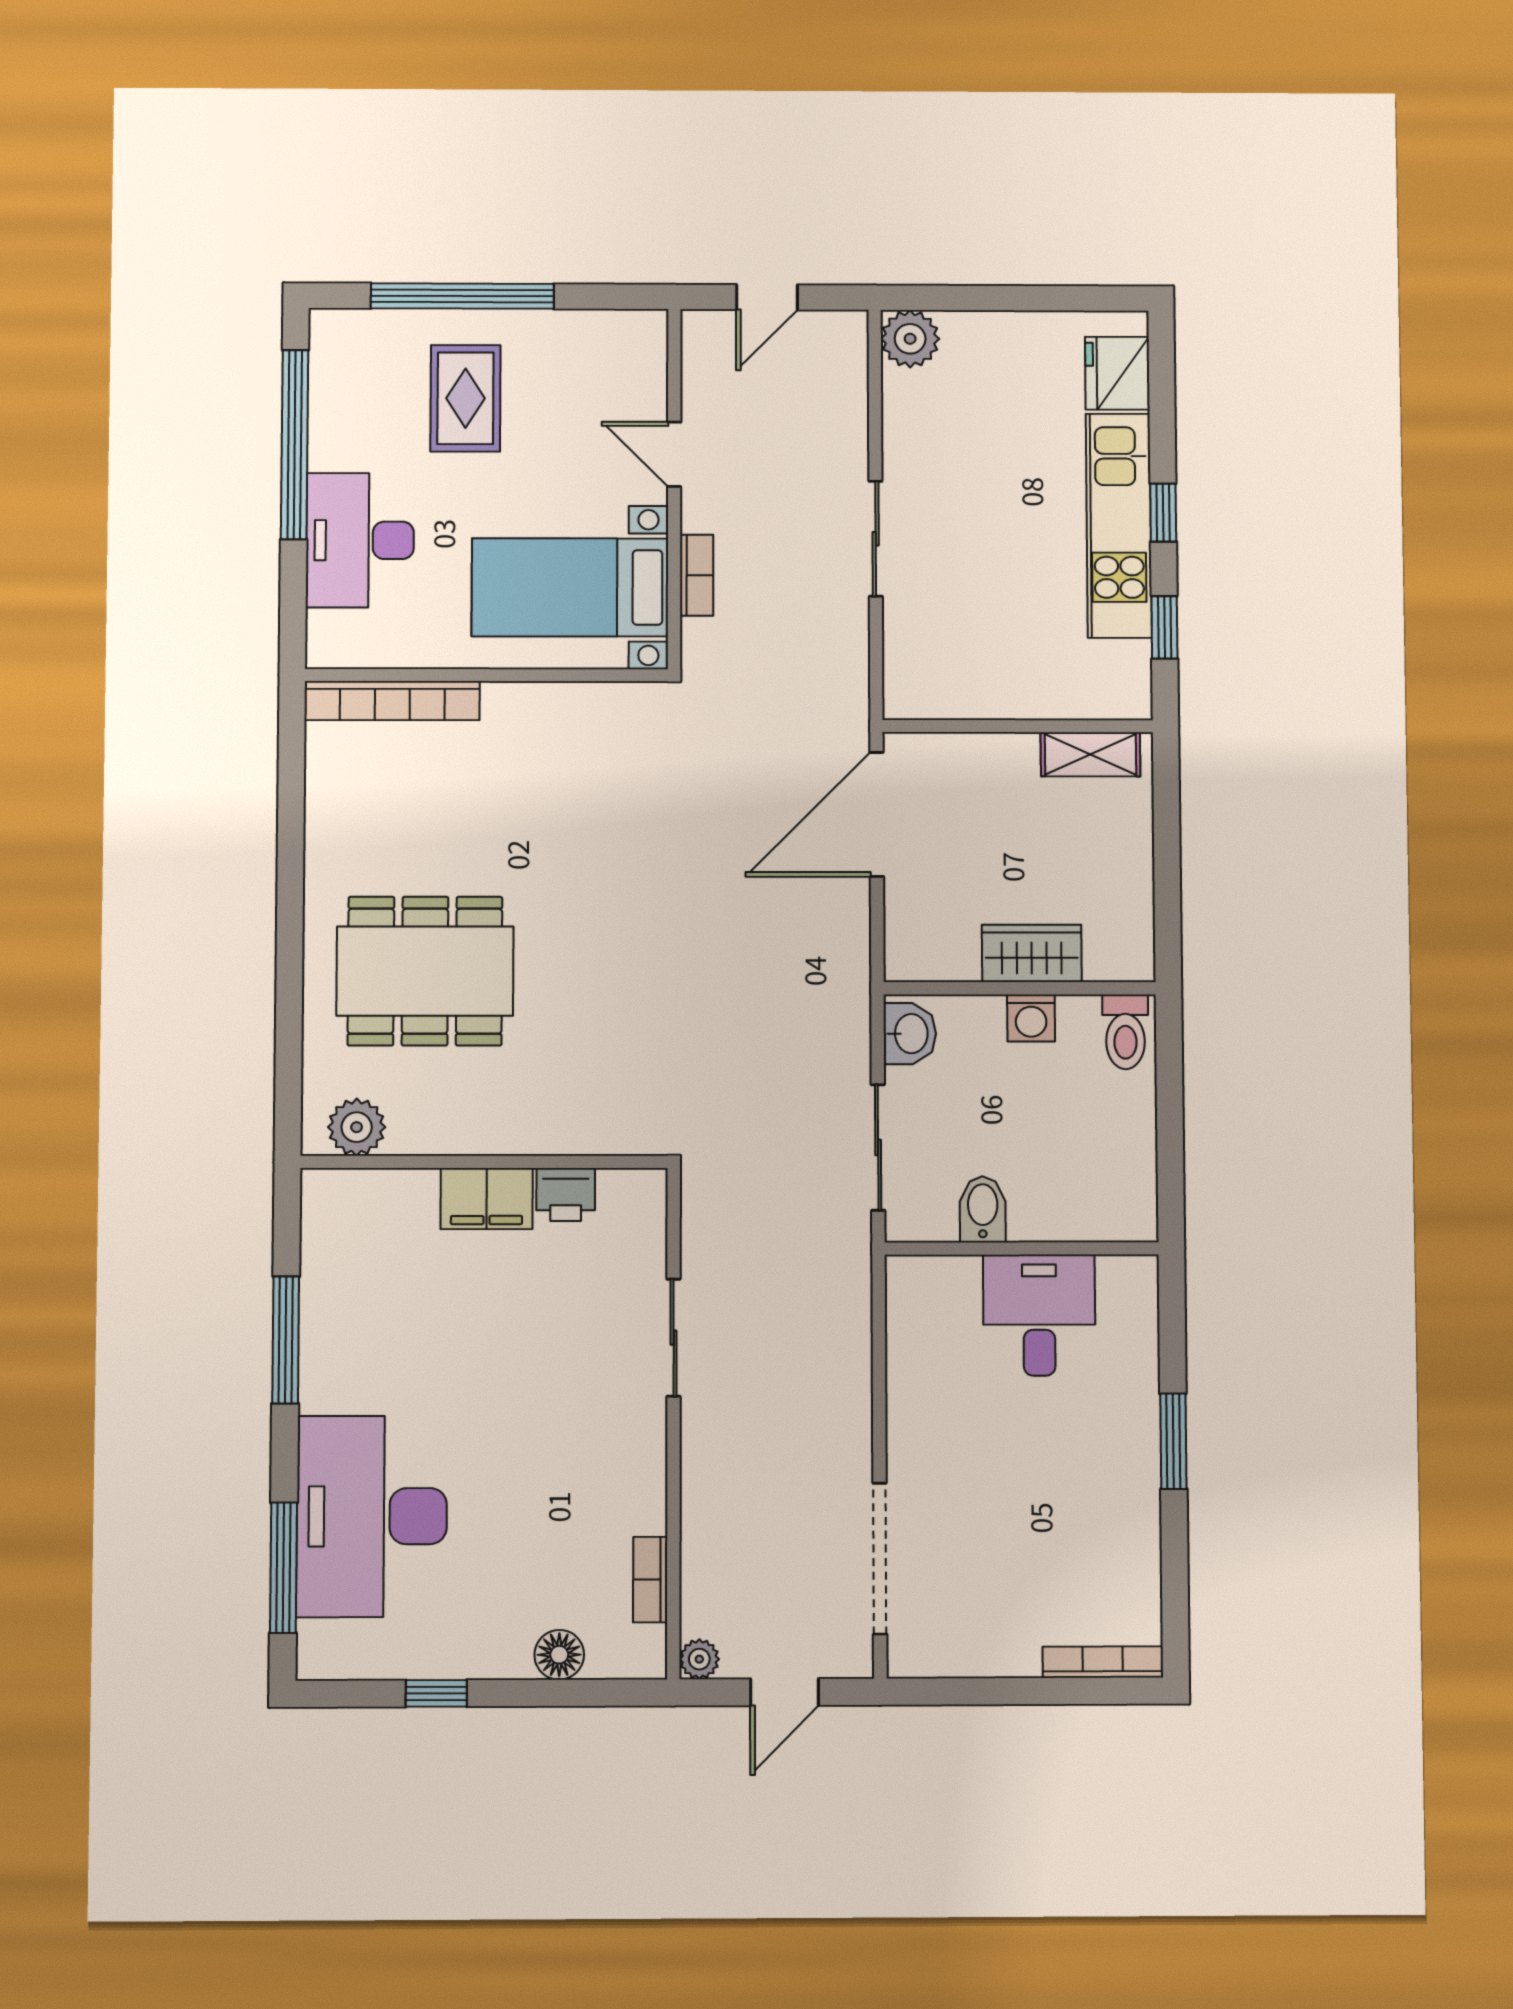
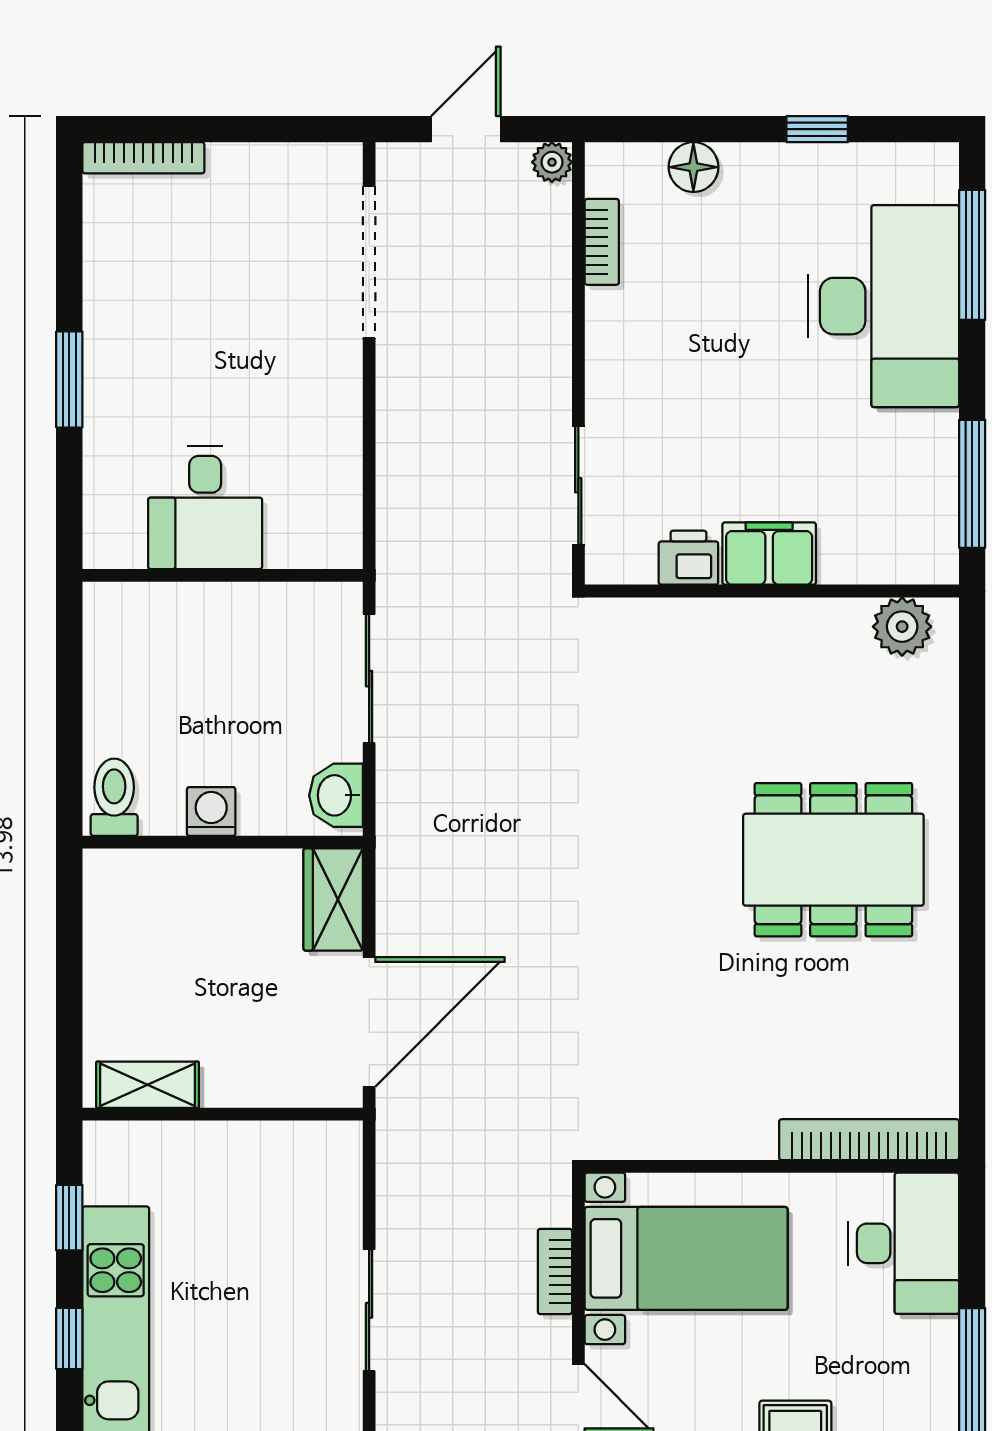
desk: (360, 540) -> (904, 1243), moved
wardrobe: (1032, 953) -> (333, 900), moved, turned 90
plant: (357, 1127) -> (902, 627), moved
wall: (484, 1162) -> (772, 591), moved
printer: (566, 1194) -> (688, 558), moved
filing cabinet: (487, 1199) -> (769, 554), moved
bidet: (983, 1209) -> (262, 615), removed

